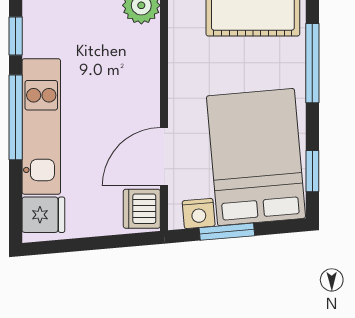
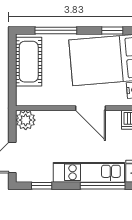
window: (16, 117) -> (103, 186), moved
door: (164, 157) -> (90, 108), moved

